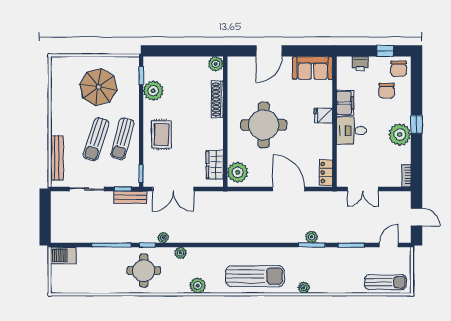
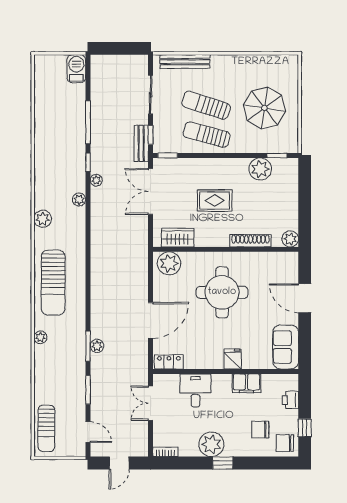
desk: (351, 131) -> (195, 390), moved
rug: (162, 135) -> (215, 200), moved
round table: (144, 271) -> (59, 158), removed

